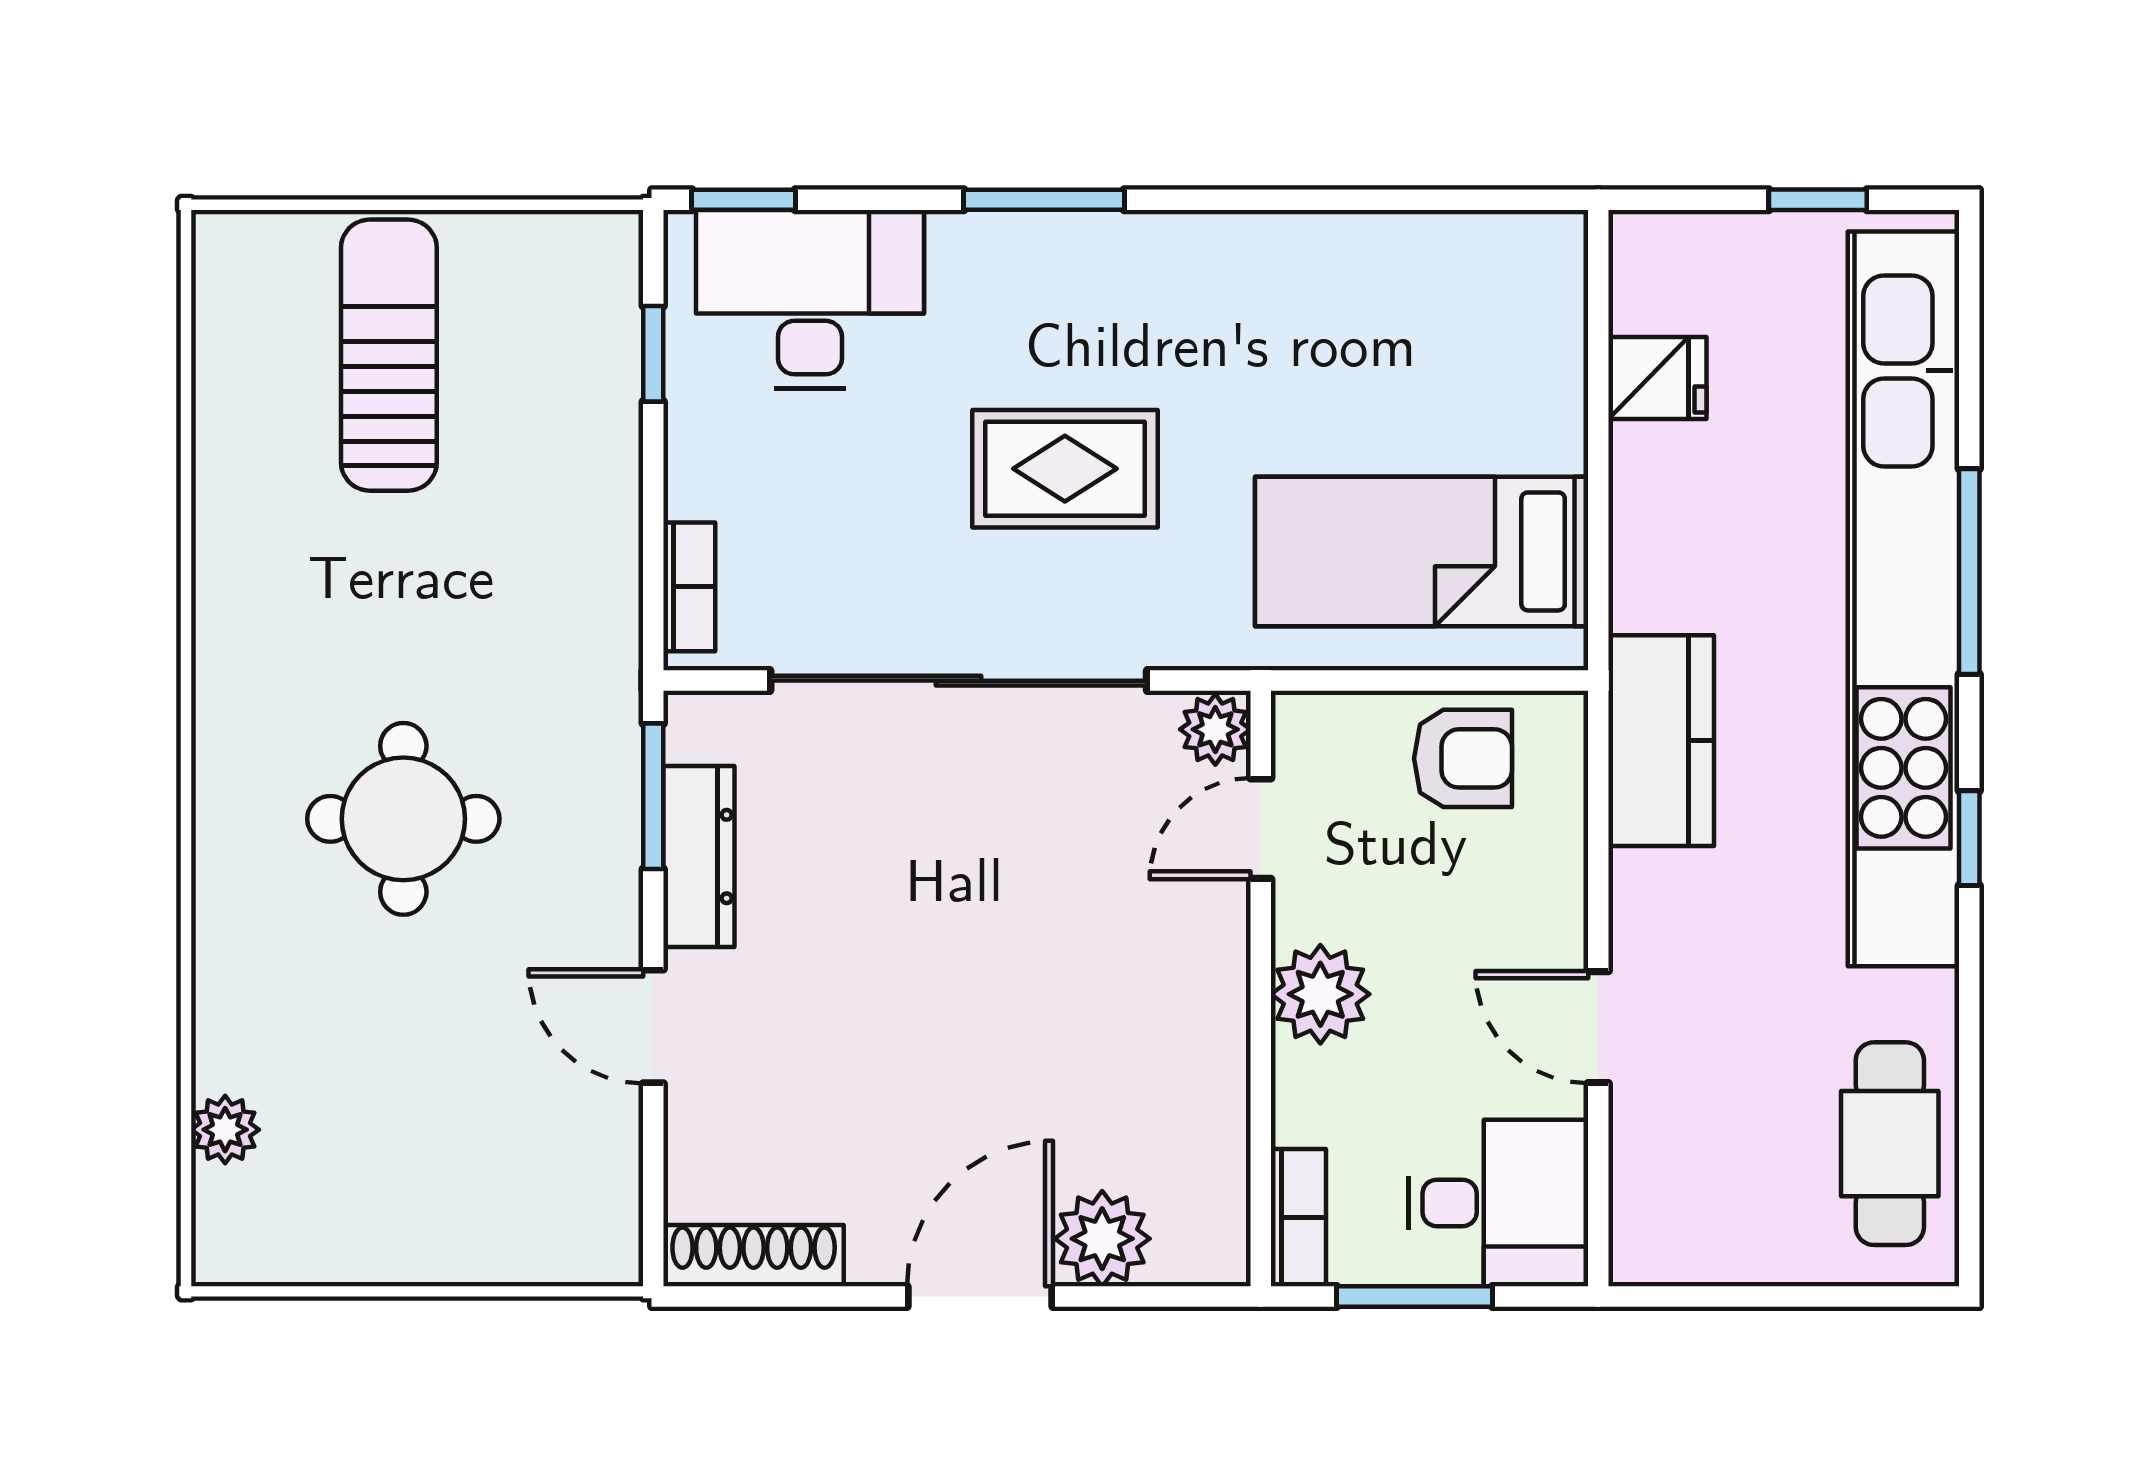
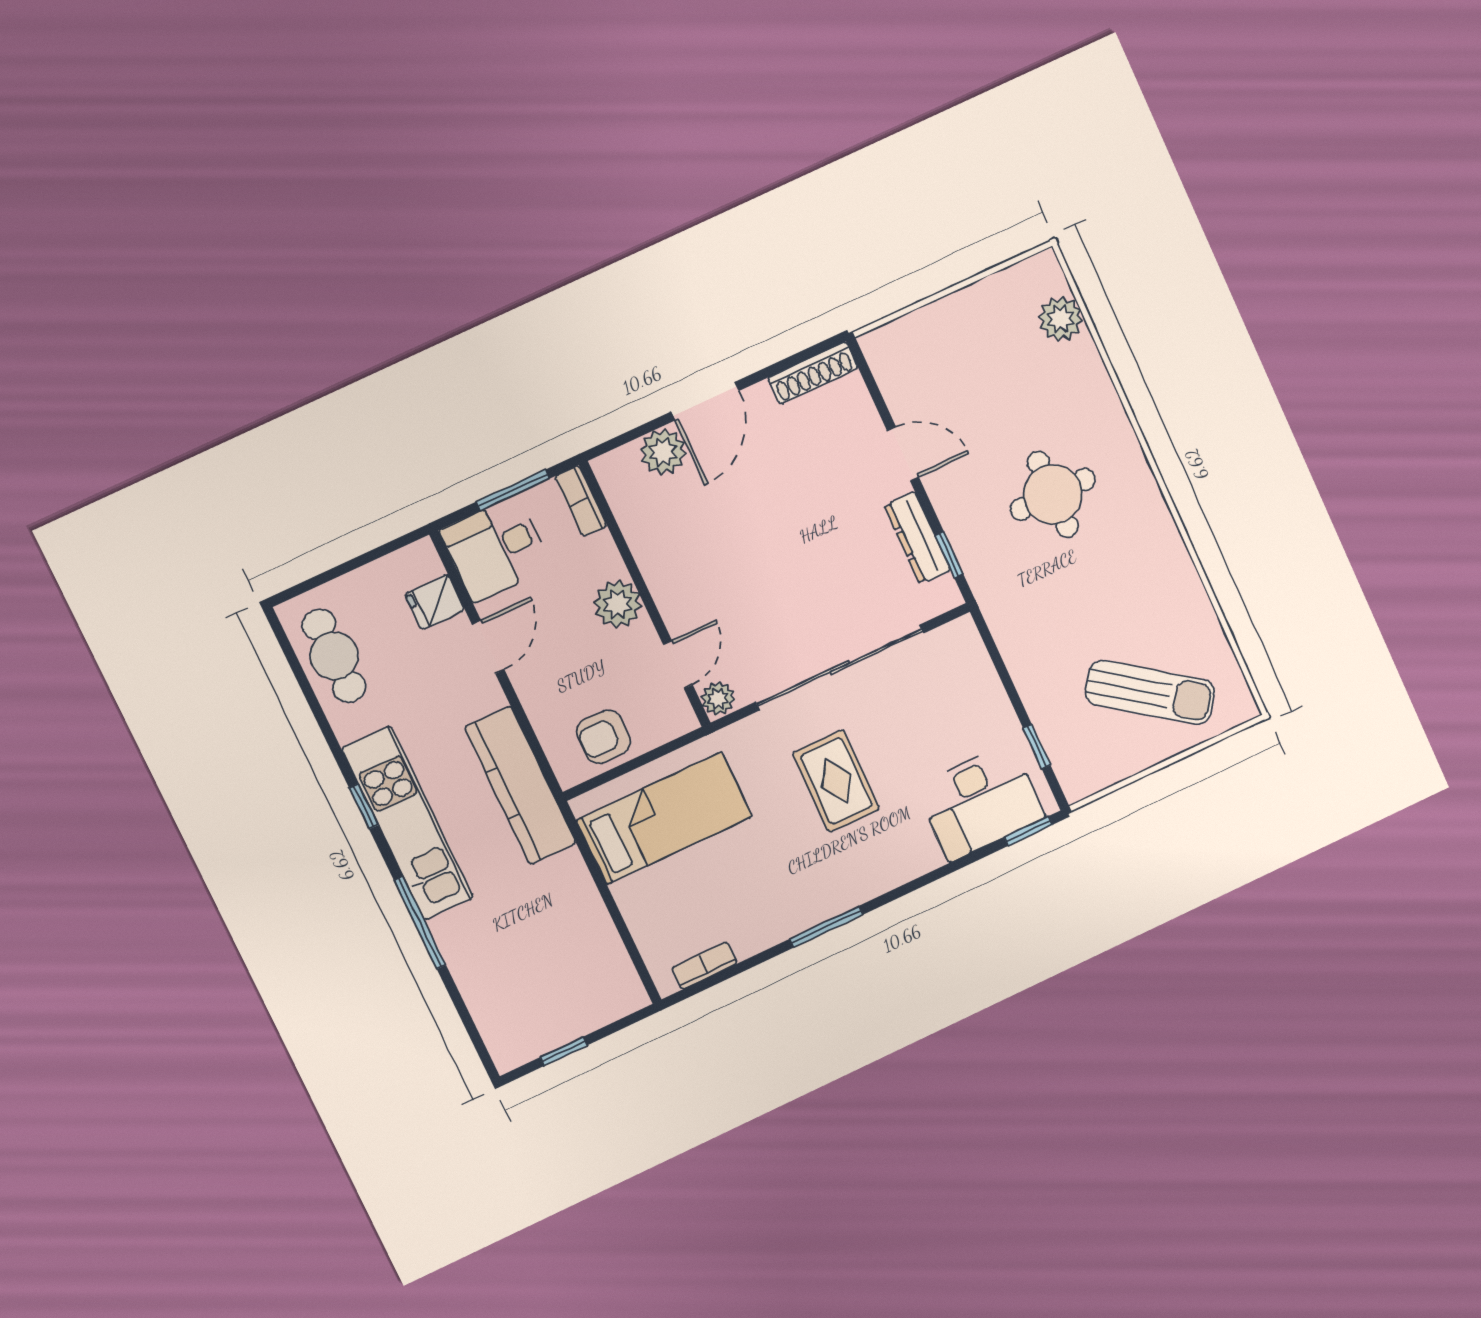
window: (1044, 200) -> (826, 927), moved
sun lounger: (389, 355) -> (1150, 692), turned -54
fridge: (1657, 378) -> (435, 602), moved
rug: (1065, 469) -> (836, 781), turned 90
bookcase: (689, 587) -> (704, 966), moved, turned 90
kitchen unit: (1903, 599) -> (408, 823), width x0.54
kitchen counter: (1661, 741) -> (520, 785), width x1.50
window: (653, 796) -> (949, 555), width x0.67
door: (1598, 1027) -> (488, 647), hinge flipped
plant: (225, 1130) -> (1061, 319), width x1.38, depth x1.38

